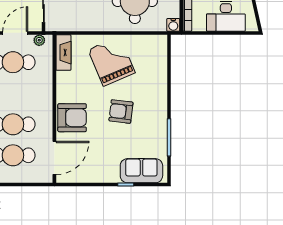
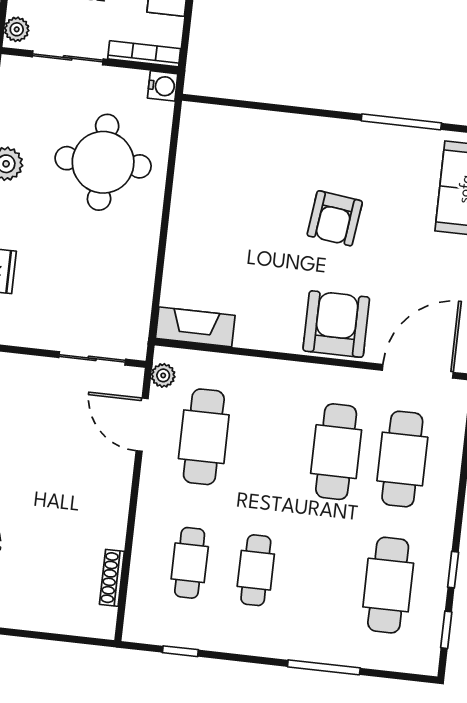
grand piano: (111, 61) -> (225, 226), removed
door: (54, 158) -> (418, 371), hinge flipped

